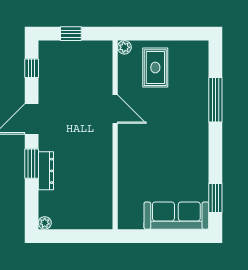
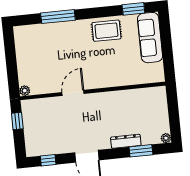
window: (71, 34) -> (17, 121), moved
rug: (155, 68) -> (106, 31), moved
window: (32, 164) -> (141, 151), moved

